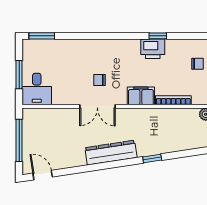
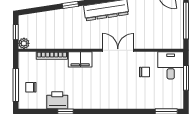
printer: (153, 49) -> (57, 100), moved
chair: (99, 80) -> (144, 72), moved

